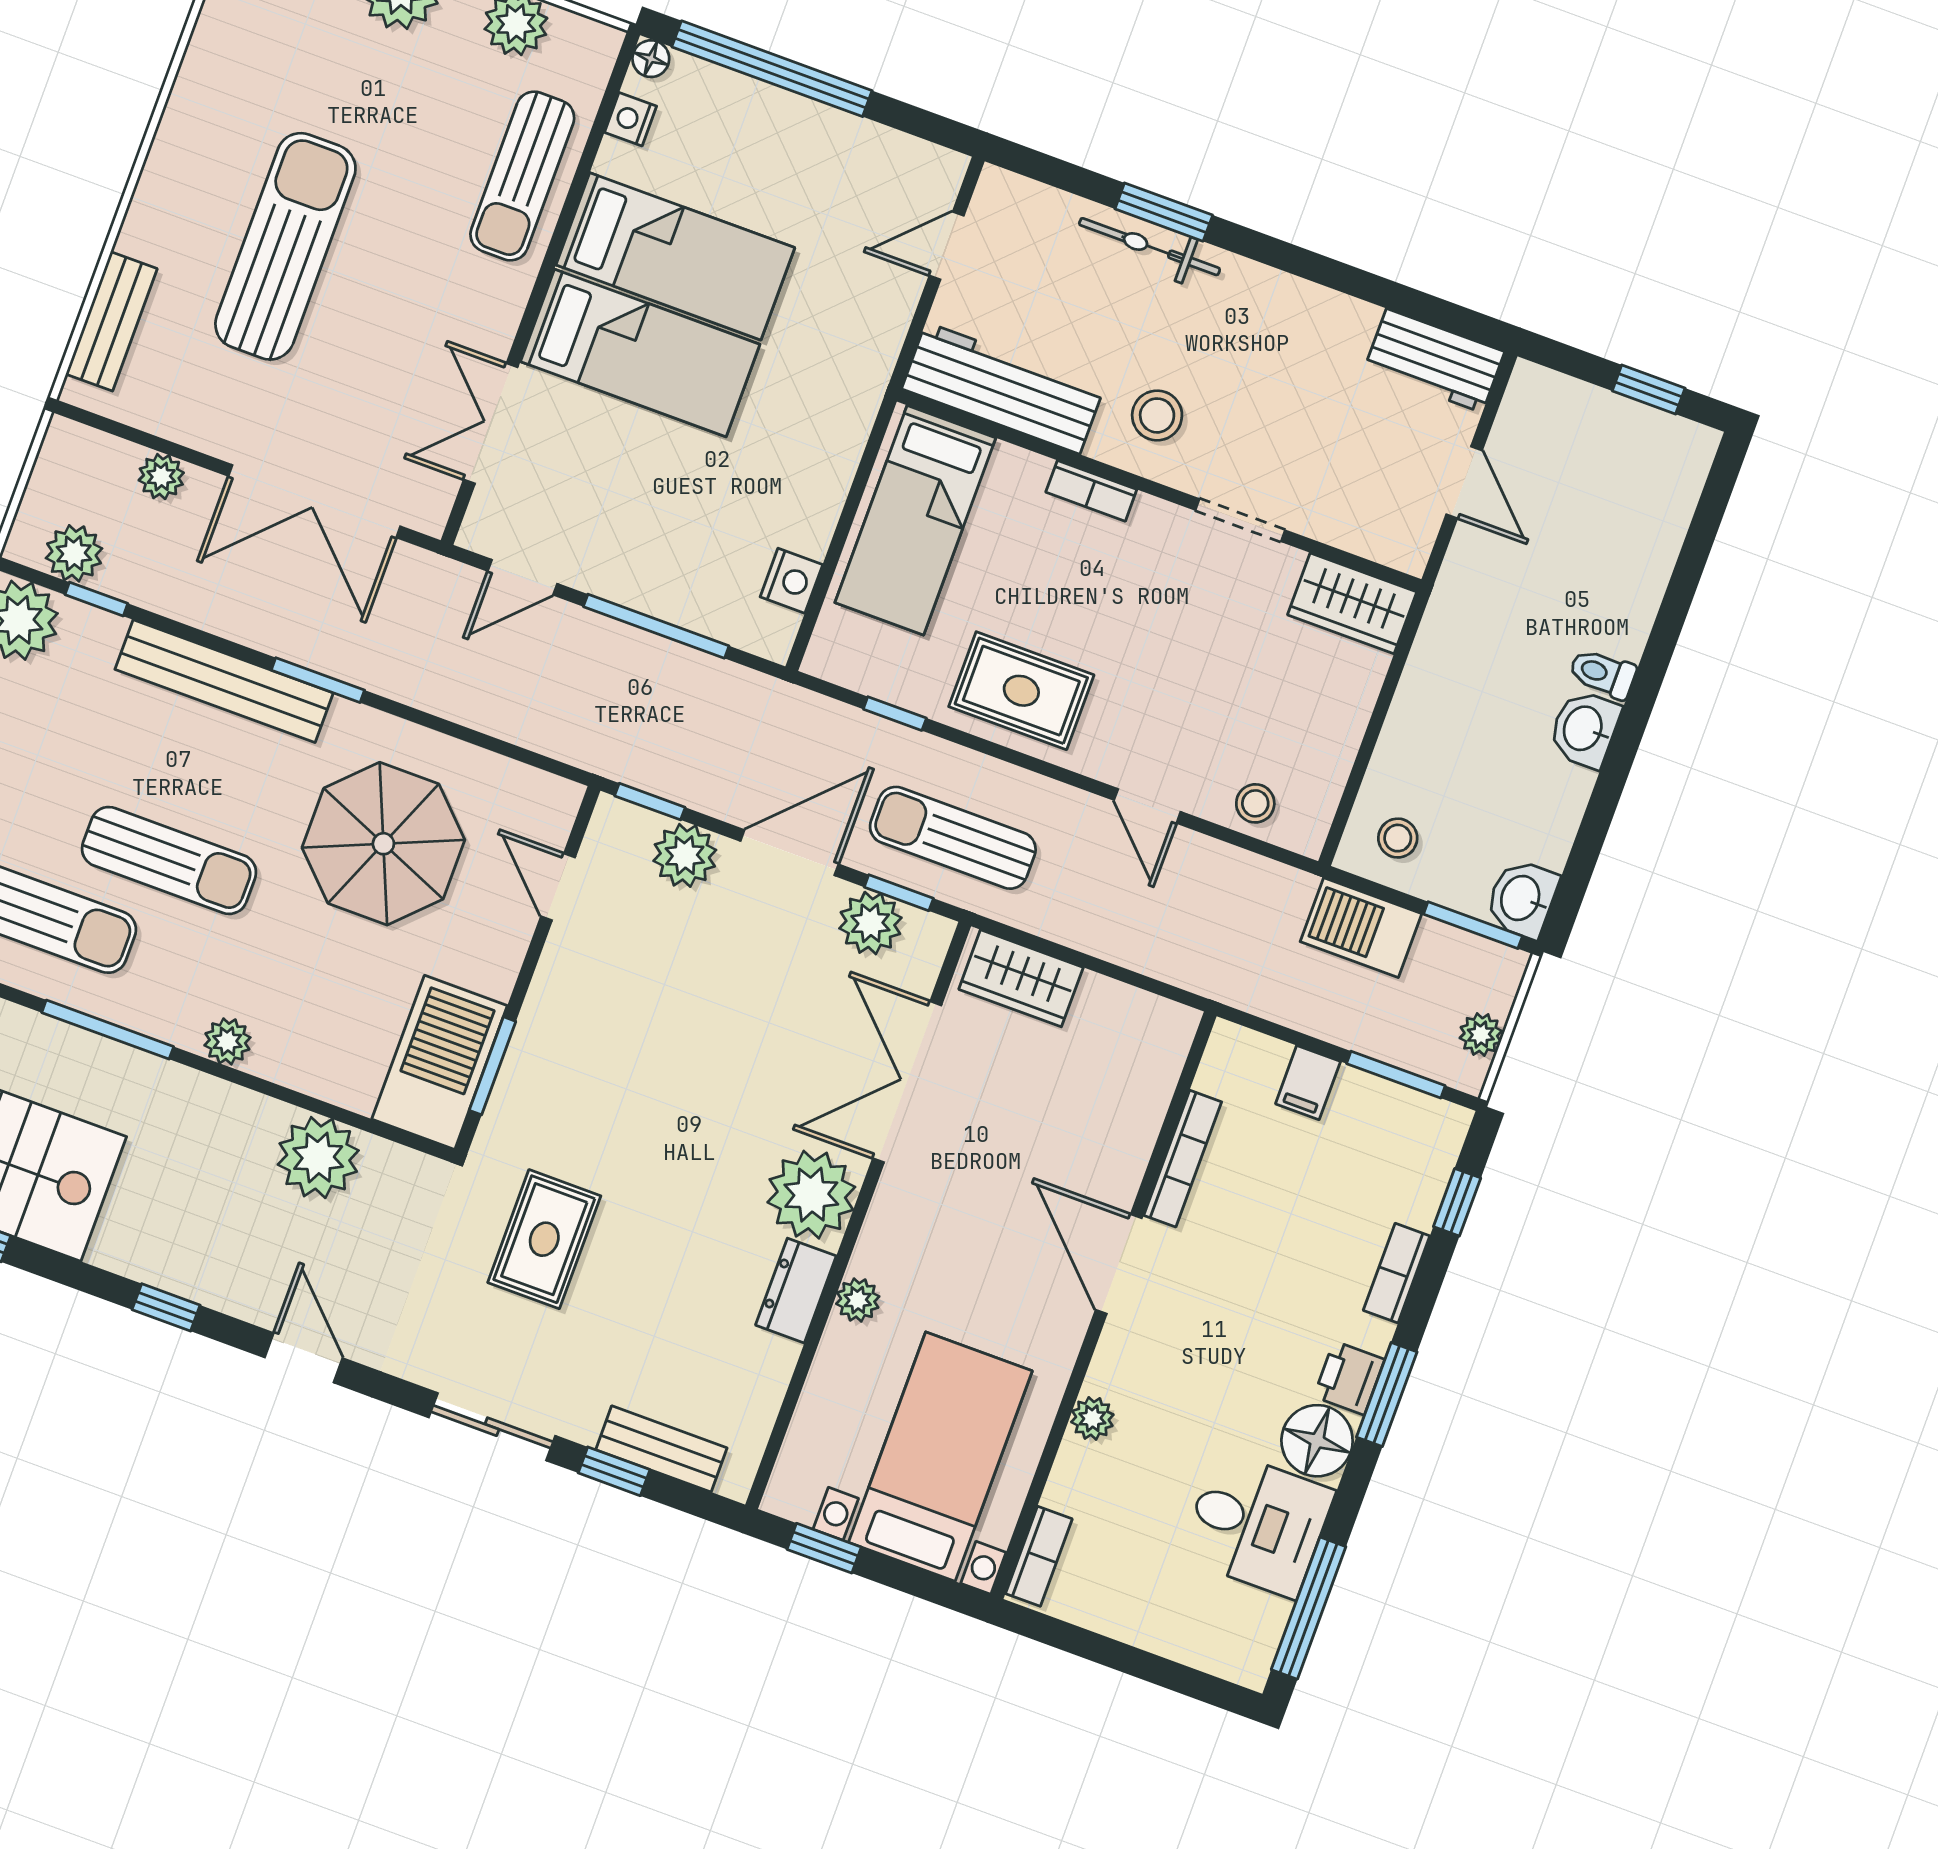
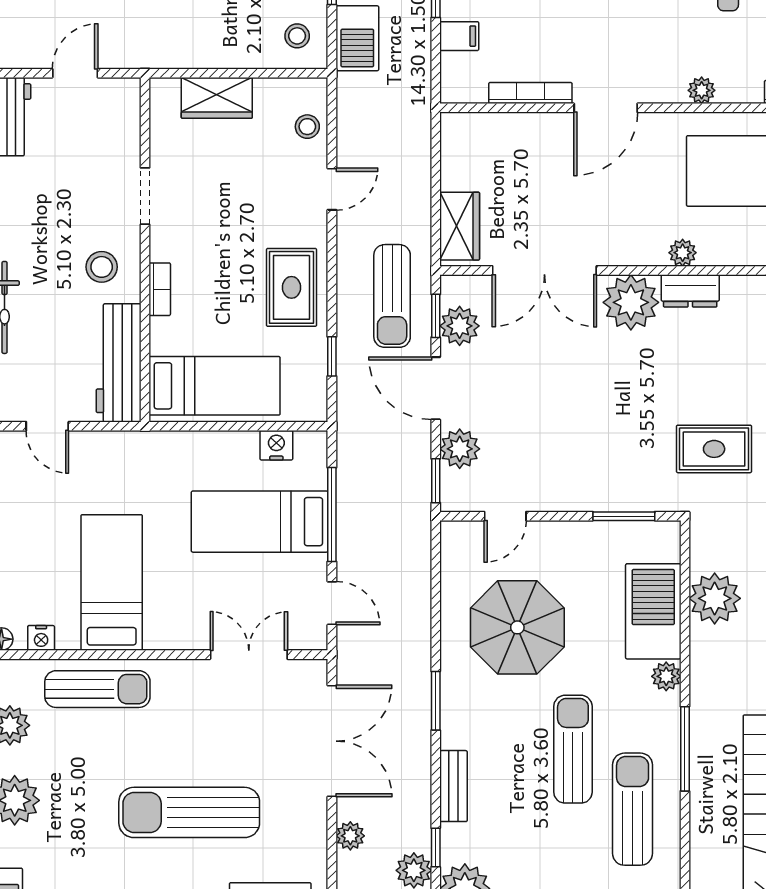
bed: (640, 353) -> (260, 522), moved, turned -90
double door: (491, 423) -> (249, 655), swing flipped
wardrobe: (1352, 603) -> (217, 98), moved, turned 90
bench: (224, 681) -> (453, 786), width x0.54, depth x0.82
barbecue: (440, 1062) -> (653, 611), moved, turned 90

